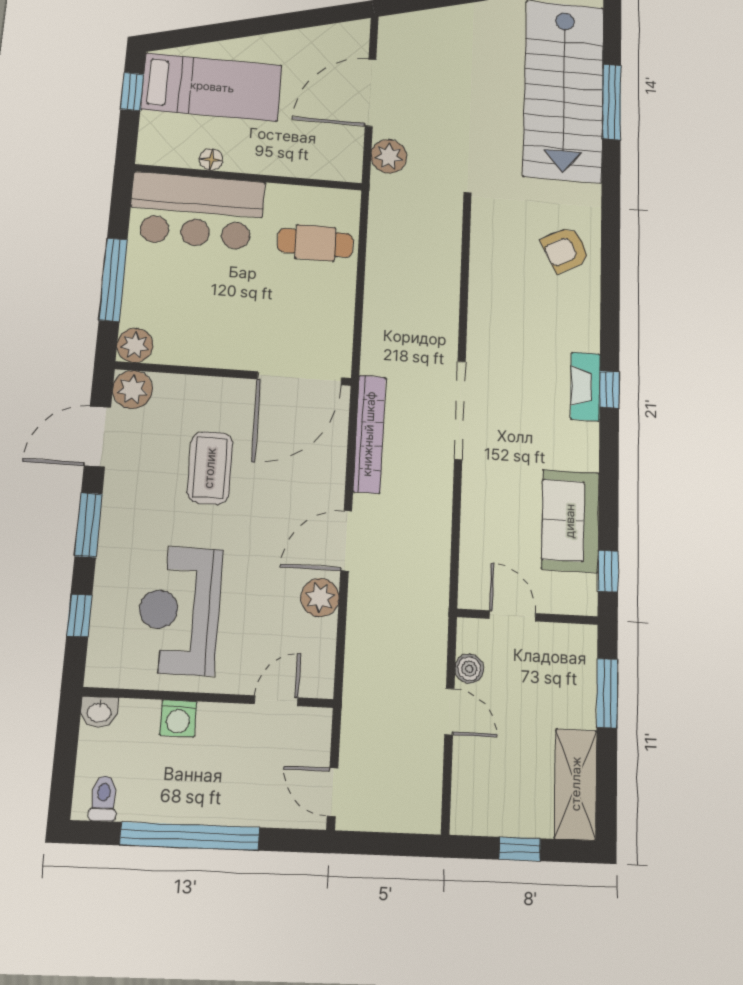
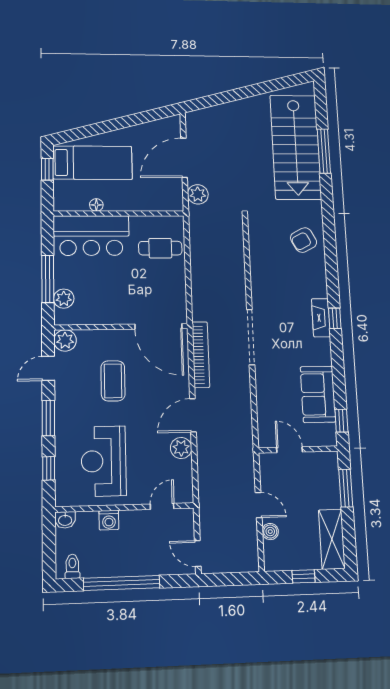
plant: (135, 345) -> (64, 299), moved
door: (300, 378) -> (158, 326), hinge flipped
door: (97, 436) -> (48, 368), width x0.73
boiler: (469, 669) -> (270, 532), moved

